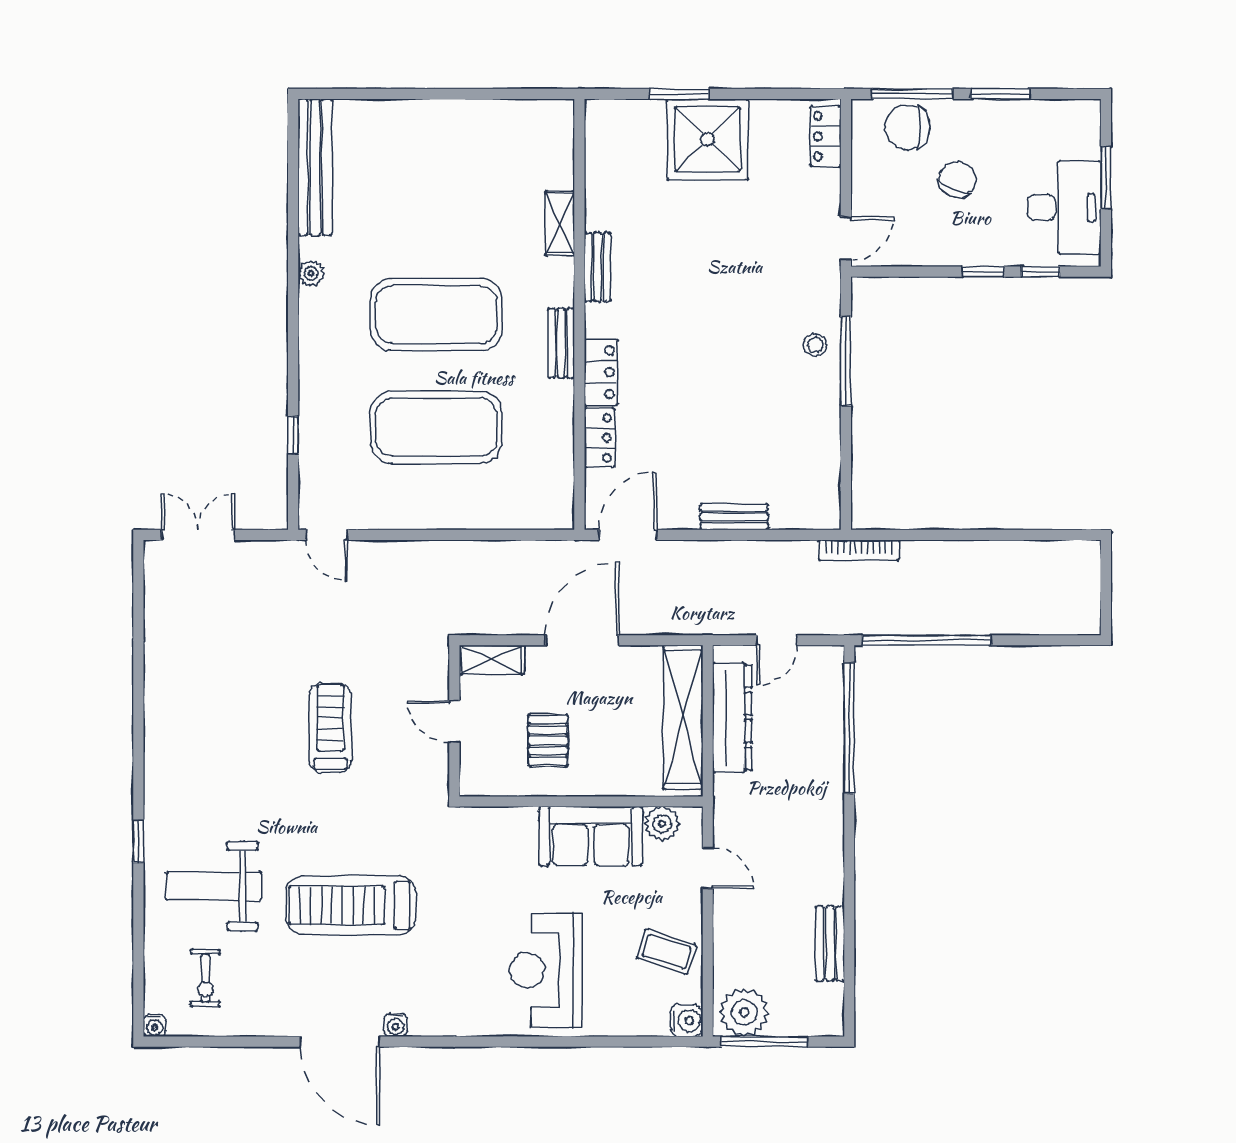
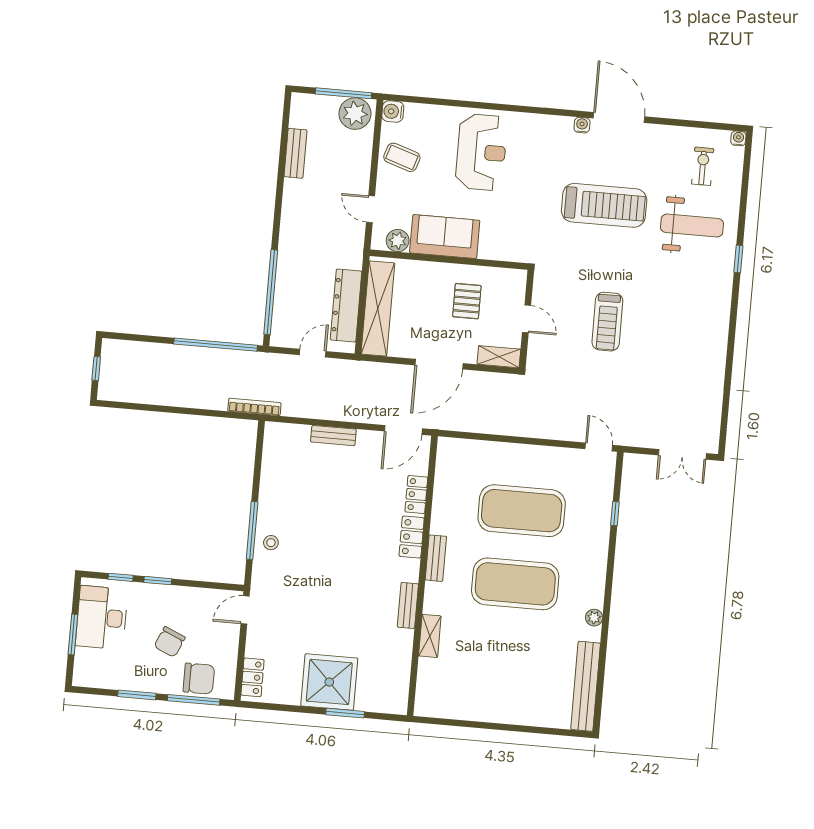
window: (1106, 588) -> (96, 369), added

